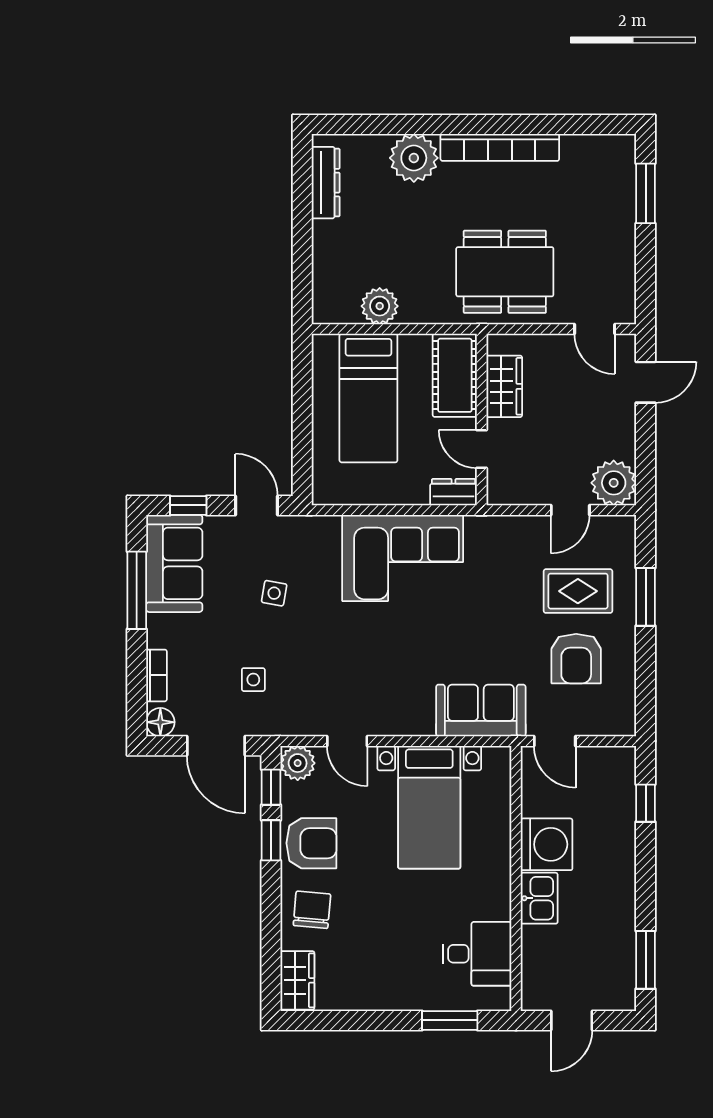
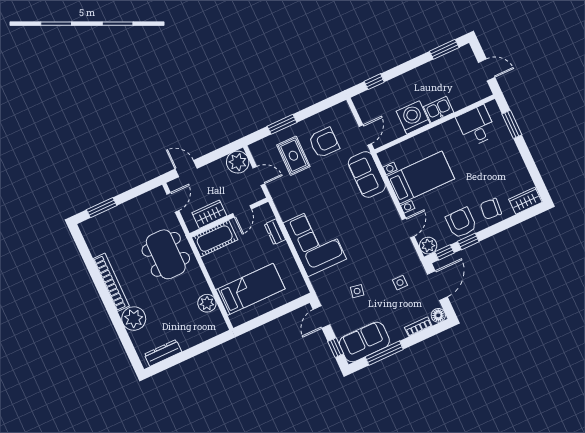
cot: (455, 375) -> (215, 239), moved
wardrobe: (504, 386) -> (209, 214), moved
wall: (482, 420) -> (229, 217), moved
door: (482, 449) -> (242, 211), moved

